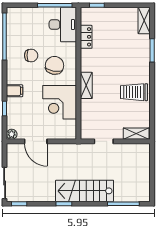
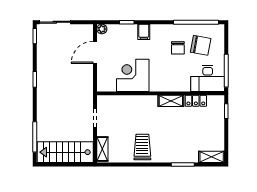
chair: (54, 65) -> (201, 45), moved
shelving: (86, 85) -> (171, 101), moved
stairs: (85, 191) -> (65, 152), moved, turned -90

